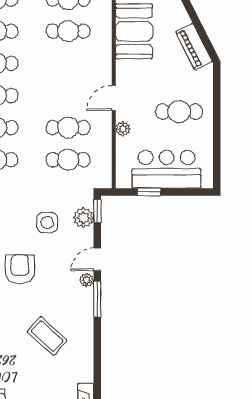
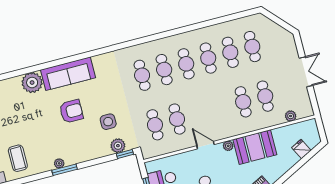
plant: (123, 129) -> (228, 146), moved
door: (97, 259) -> (92, 163), removed
plant: (87, 280) -> (59, 163), moved
coffee table: (47, 336) -> (18, 158), moved, turned -42

